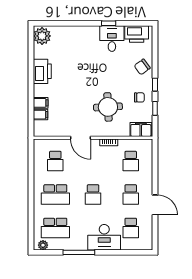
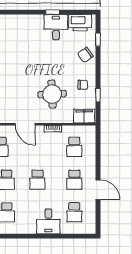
window: (155, 85) -> (98, 40), moved
desk: (104, 237) -> (48, 221), width x0.73
window: (79, 252) -> (24, 236), removed

